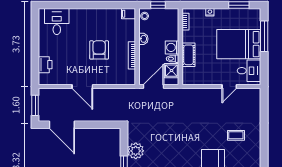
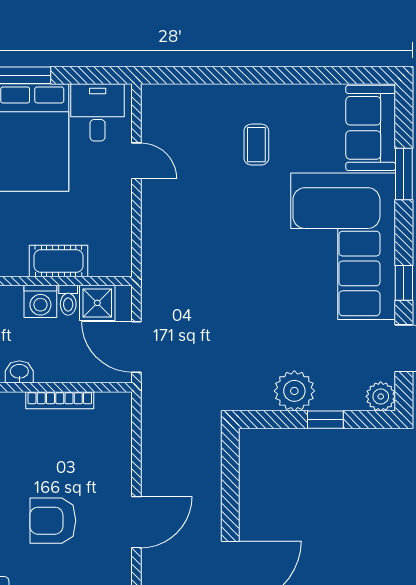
armchair: (99, 50) -> (53, 521), moved

